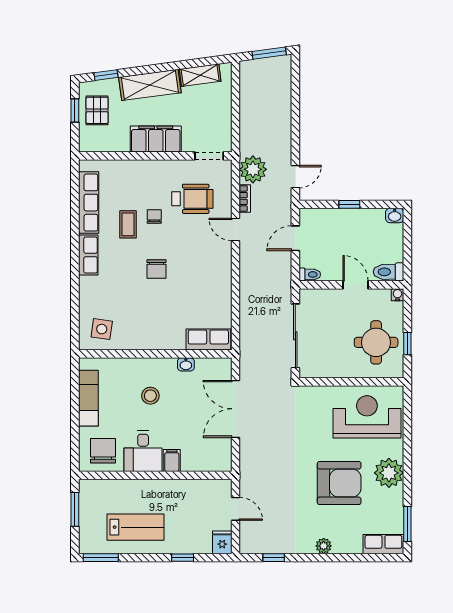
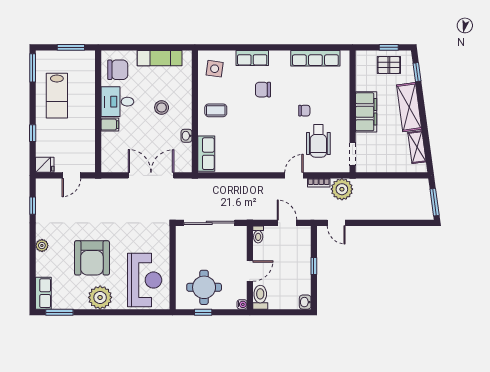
coffee table: (128, 224) -> (216, 110), moved
row of seats: (88, 255) -> (252, 58), moved
chair: (156, 269) -> (263, 90), moved

